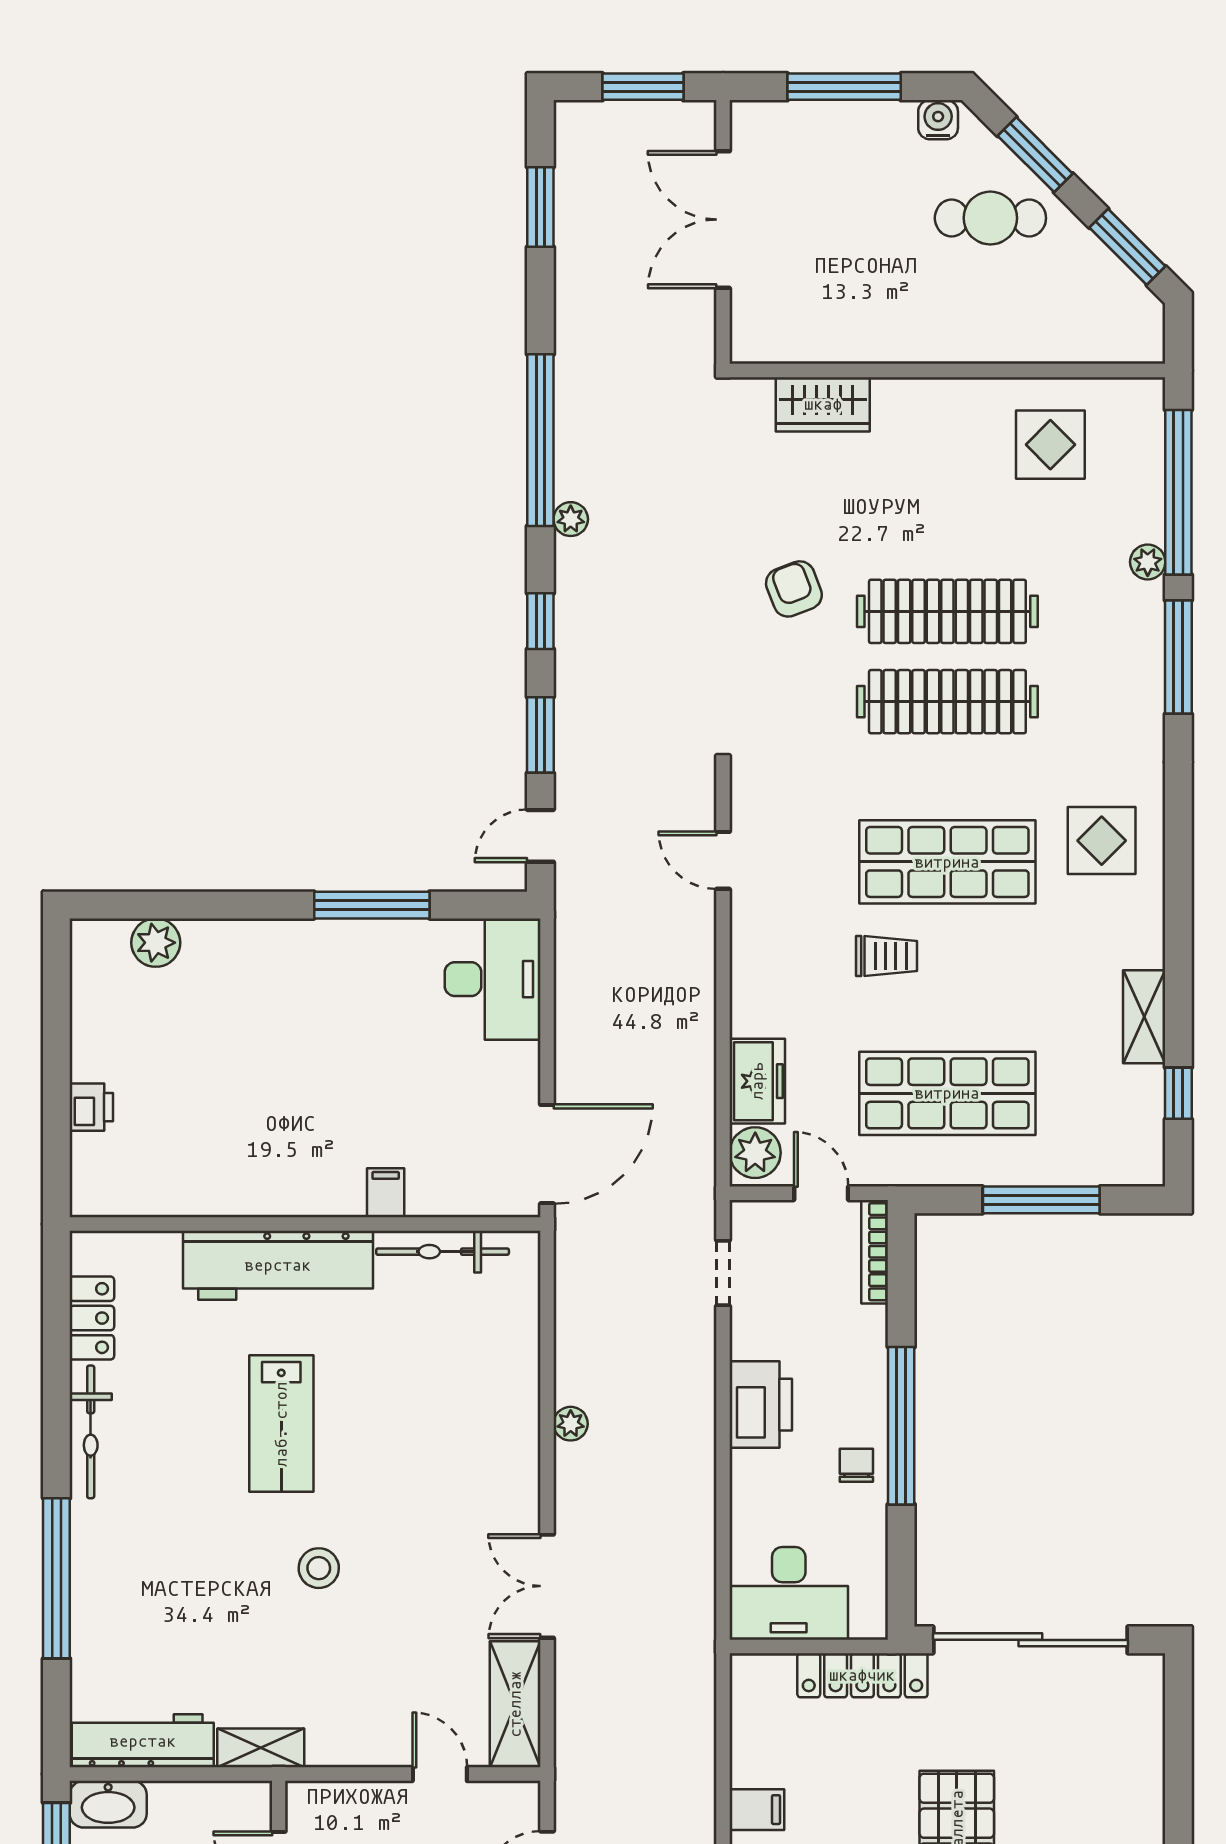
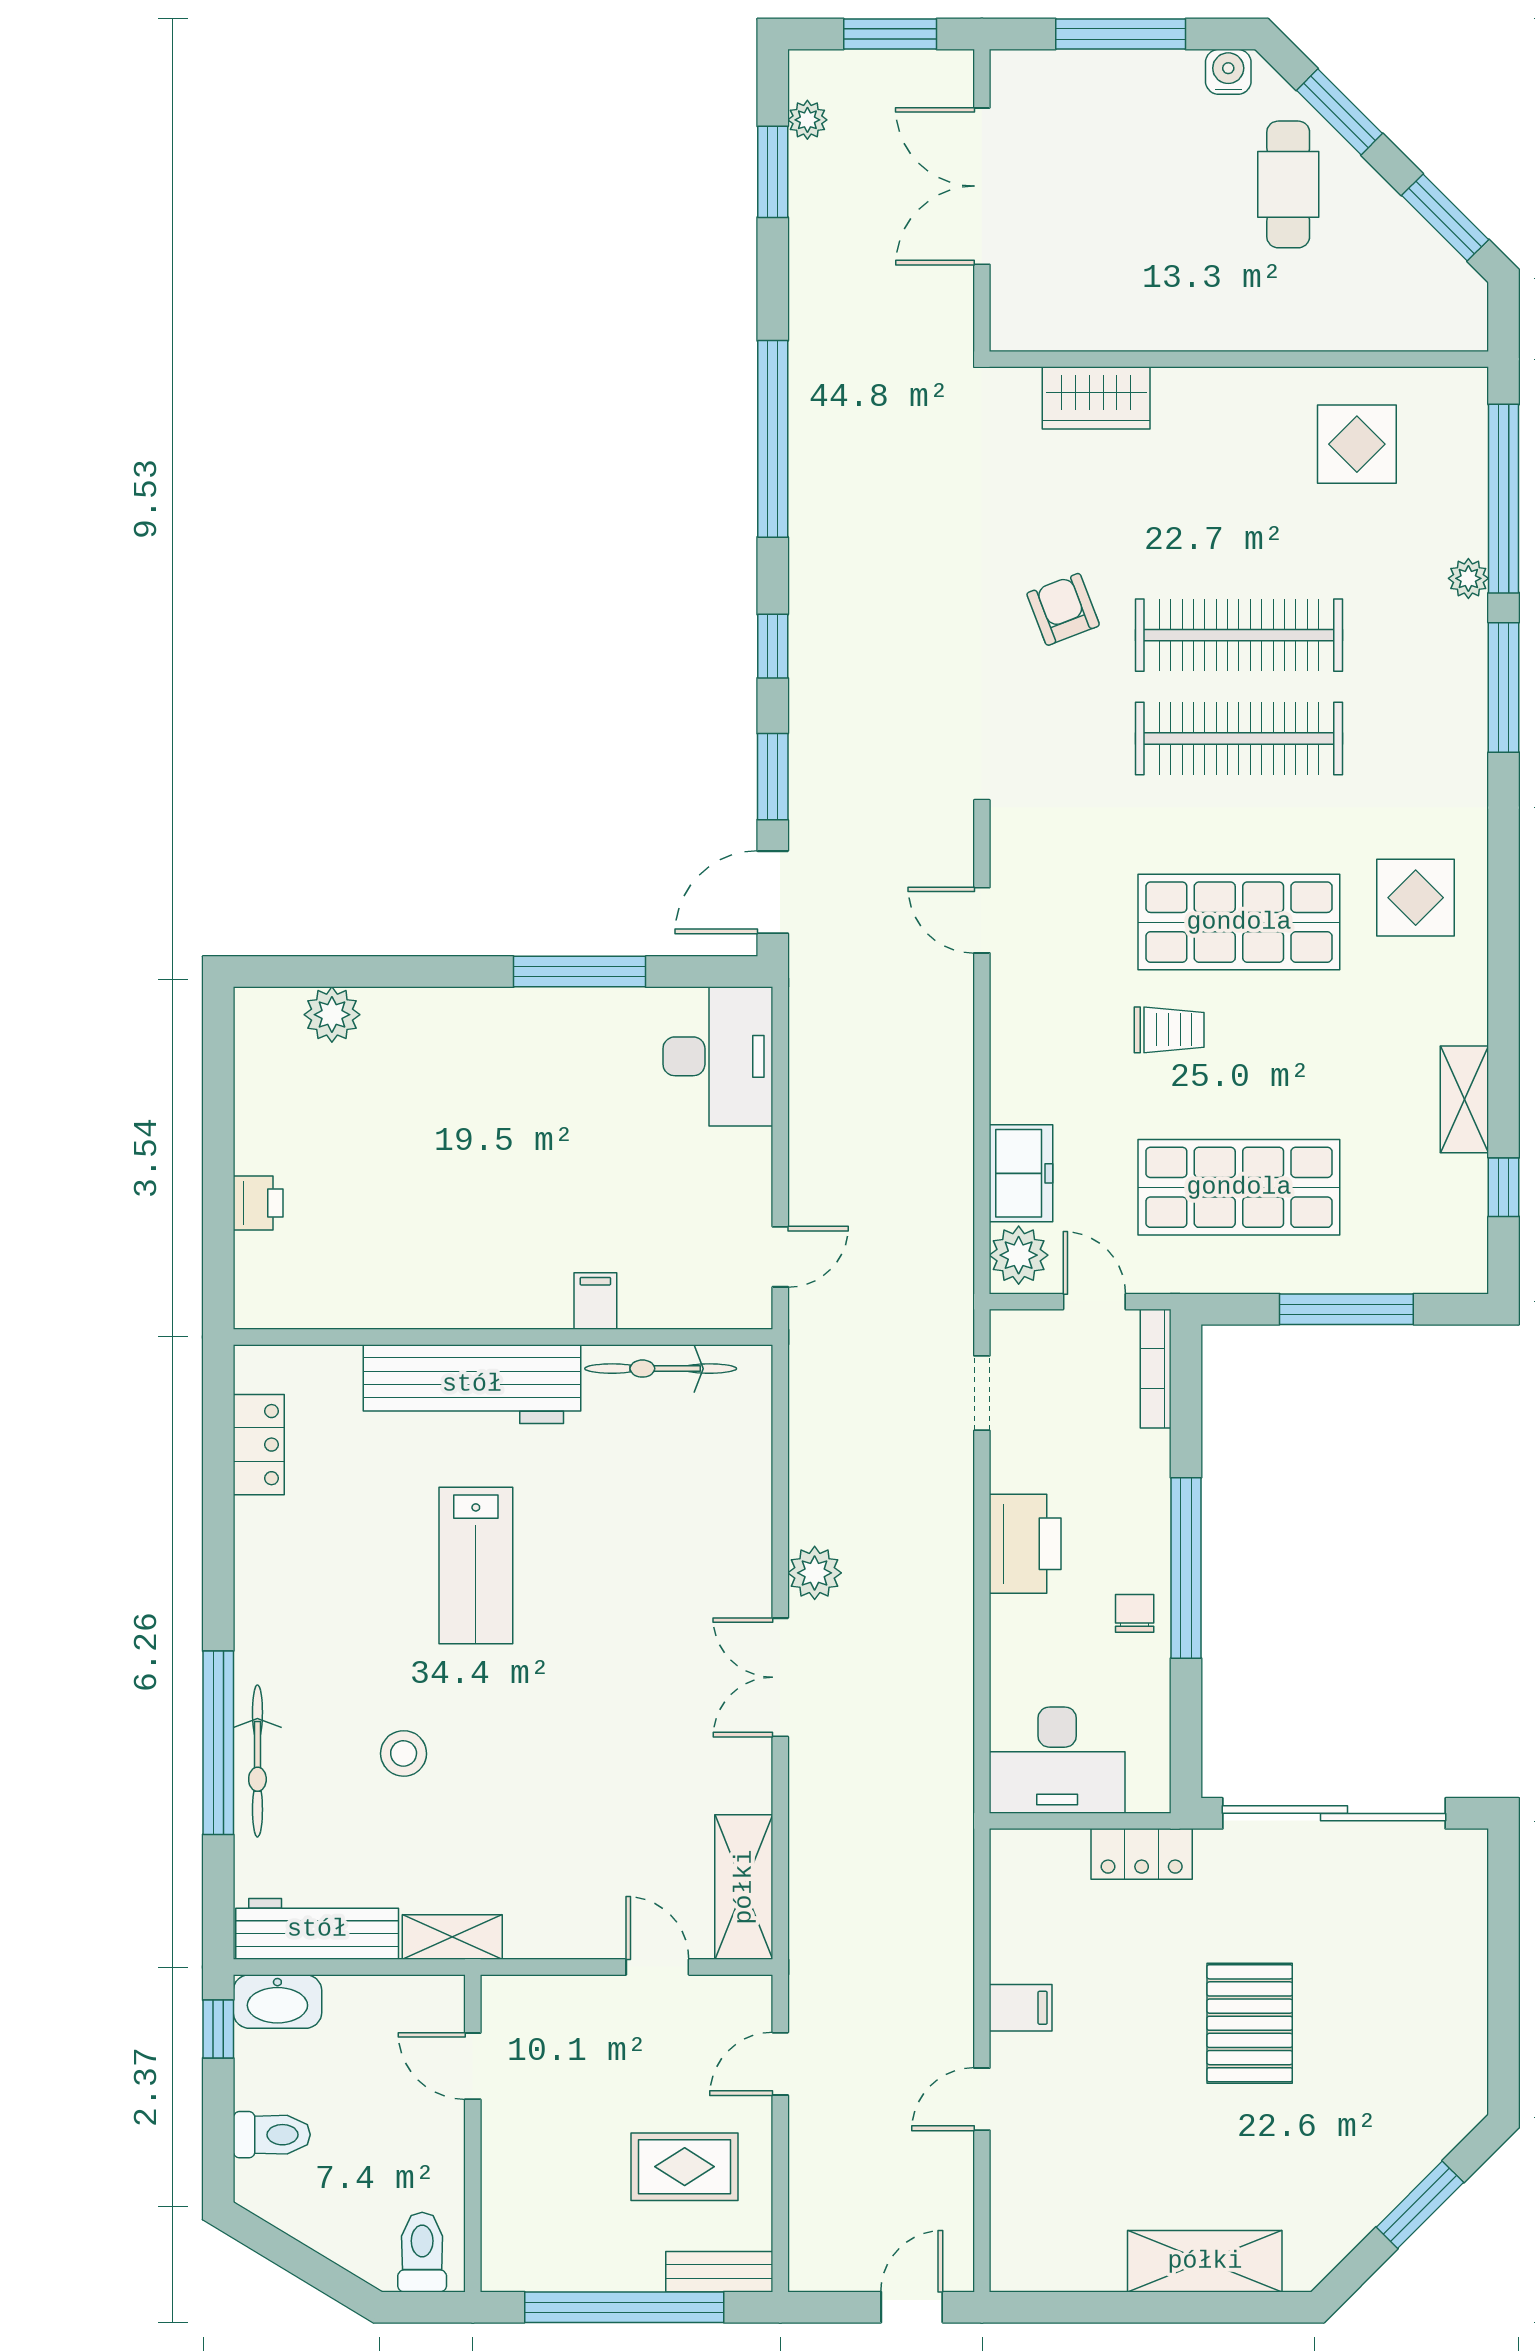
cafe table: (990, 218) -> (1288, 184), turned 90
plant: (571, 519) -> (807, 120), moved
door: (540, 836) -> (773, 892), width x1.38
door: (547, 1154) -> (780, 1257), width x0.53
plant: (571, 1424) -> (815, 1573), width x1.38, depth x1.38
bicycle: (91, 1432) -> (257, 1761), moved
stool: (319, 1568) -> (404, 1753), moved
double door: (547, 1586) -> (780, 1677), moved
locker: (862, 1675) -> (1142, 1854), width x0.66

